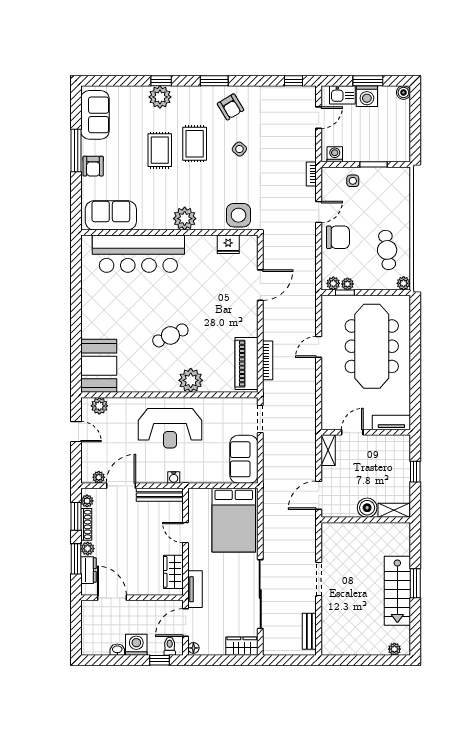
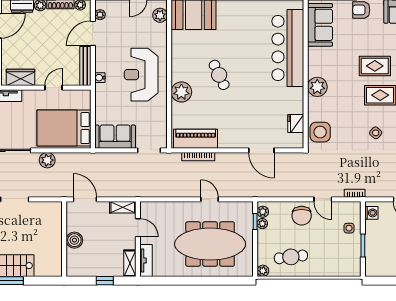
door: (121, 486) -> (93, 33), swing flipped
shelving: (394, 510) -> (130, 263), moved
plant: (272, 540) -> (47, 160), added

